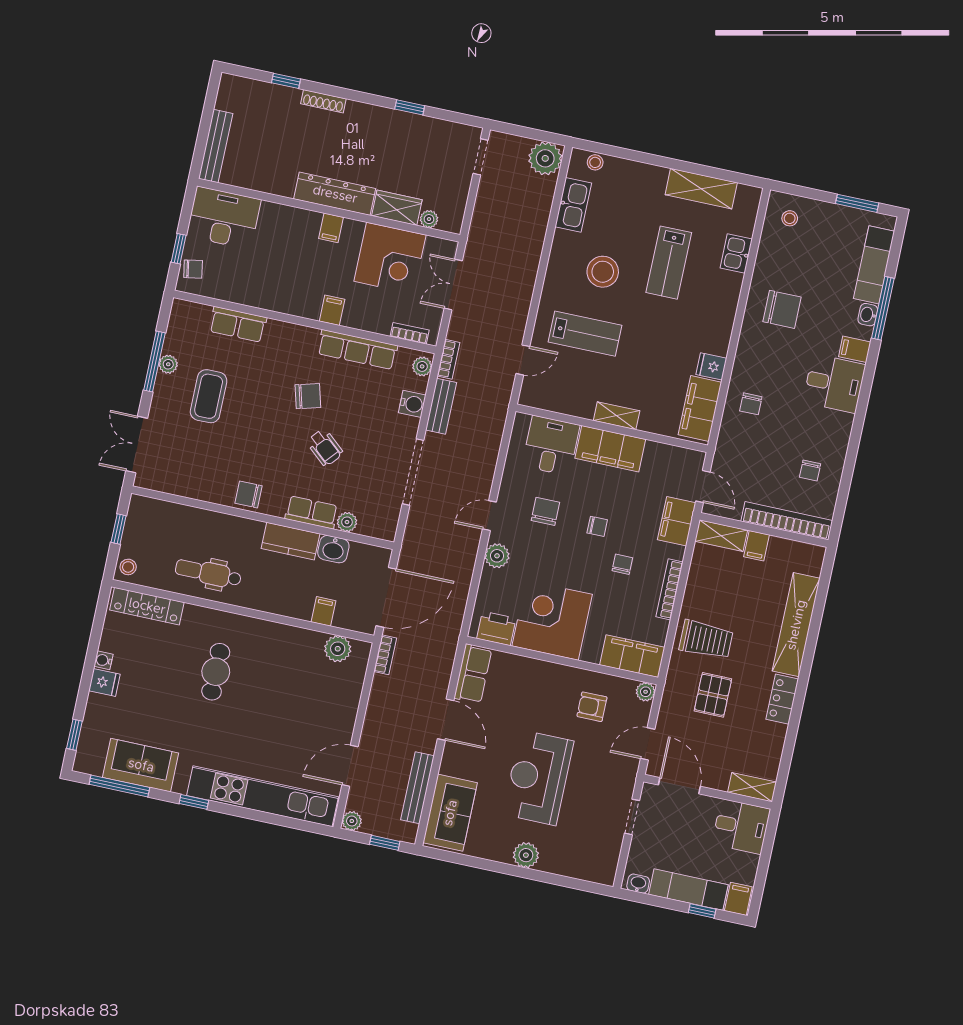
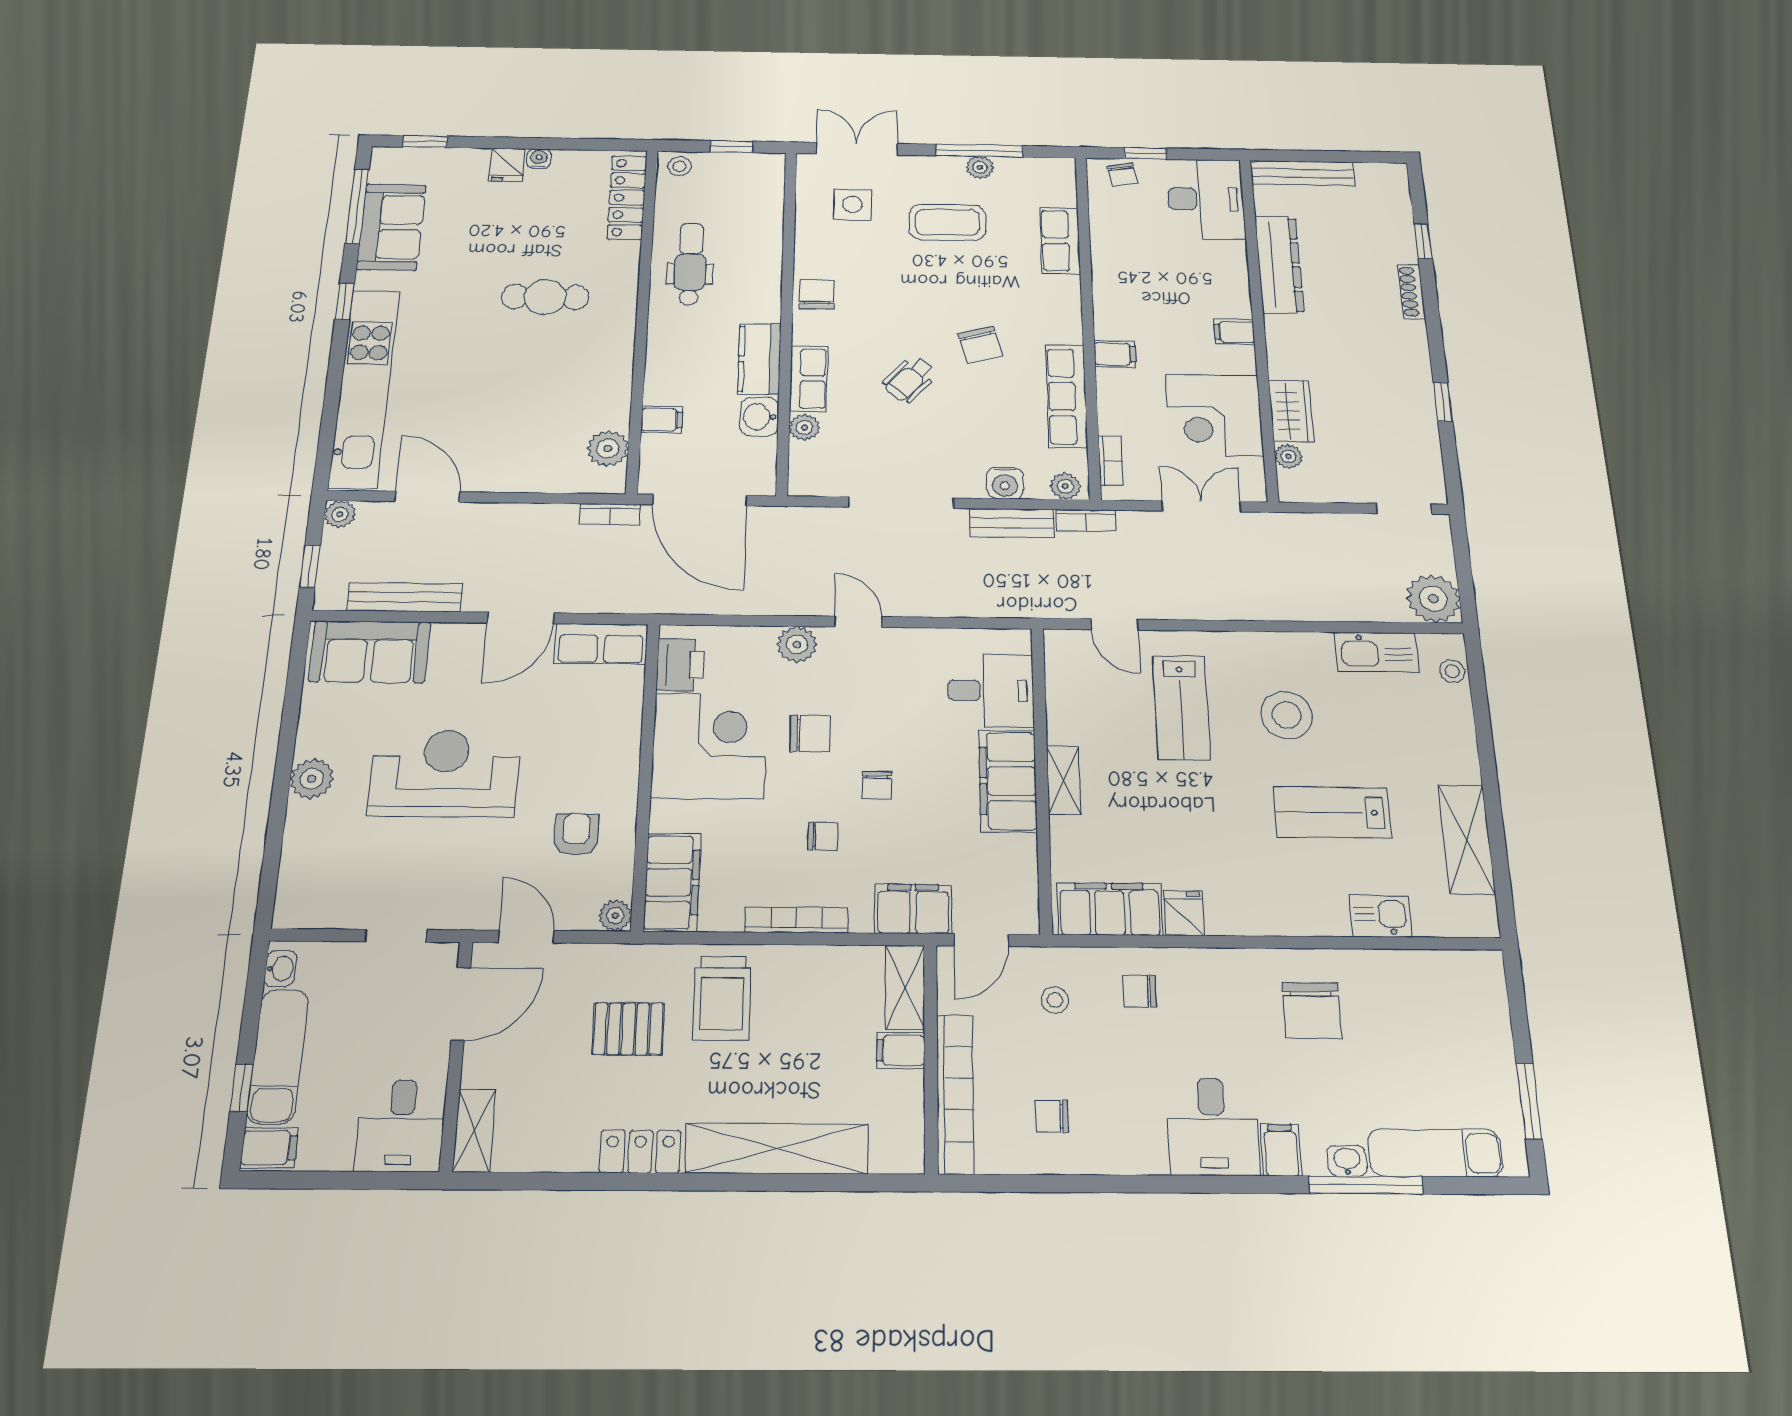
dresser: (335, 194) -> (1279, 265), moved
stool: (790, 218) -> (1055, 1000), moved
side table: (182, 457) -> (852, 204), added
chair: (545, 511) -> (810, 733), moved

